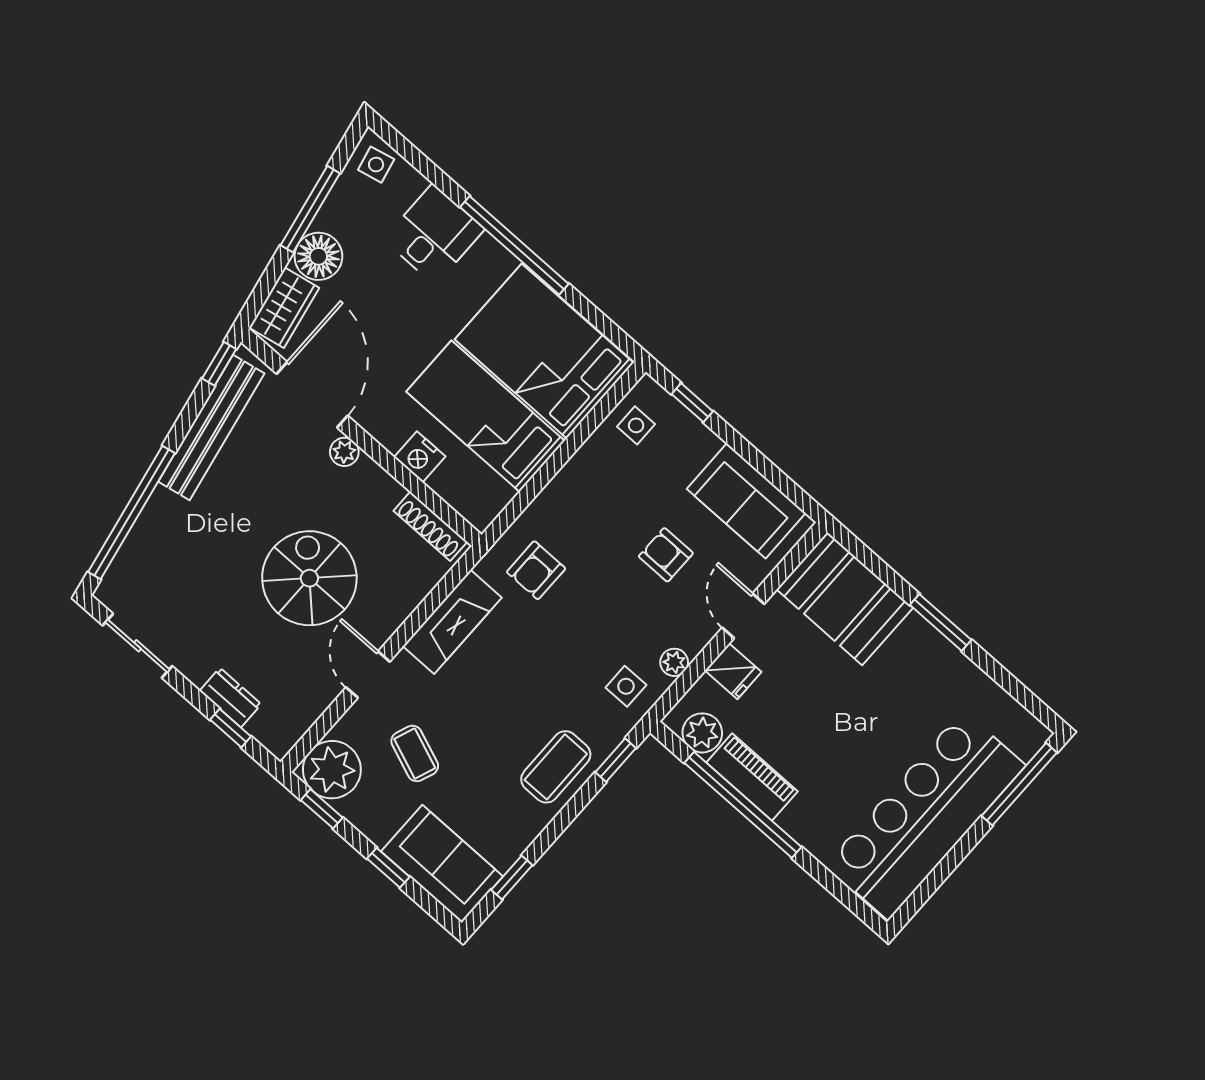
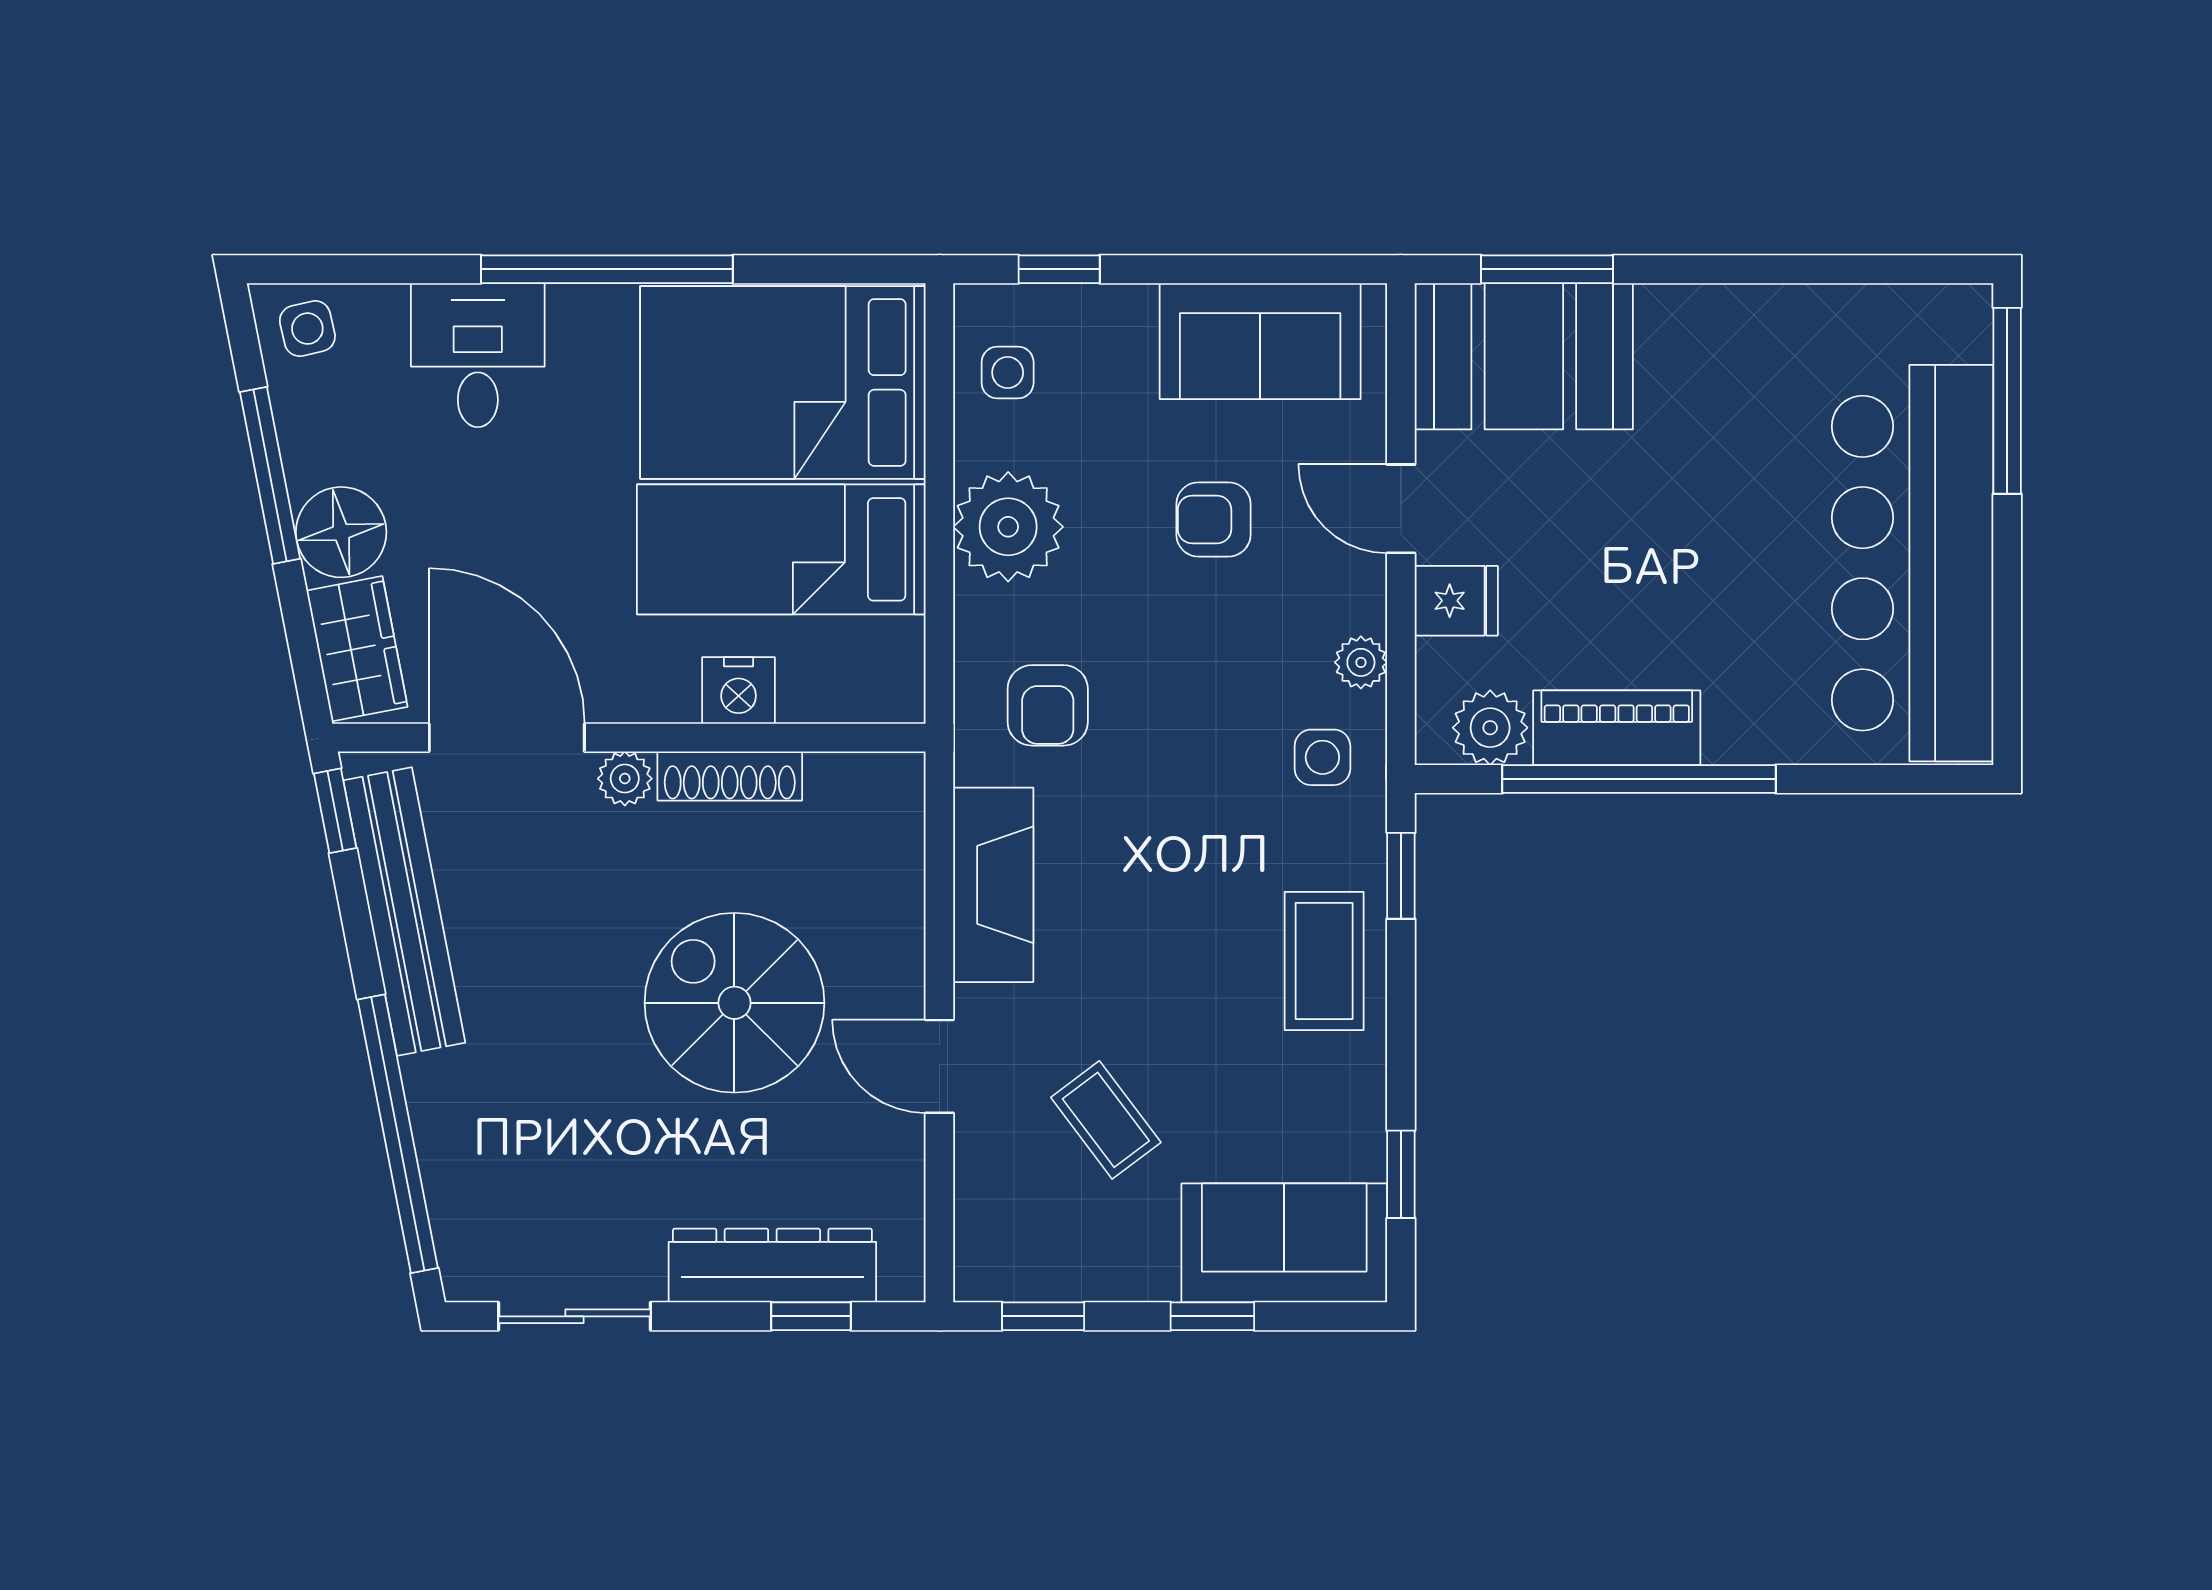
shoe rack: (430, 526) -> (730, 776), moved
window: (941, 622) -> (1547, 269), moved
dresser: (230, 698) -> (772, 1266), width x1.96, depth x1.24
coffee table: (415, 753) -> (1106, 1120), turned 32
plant: (332, 770) -> (1008, 527), moved

